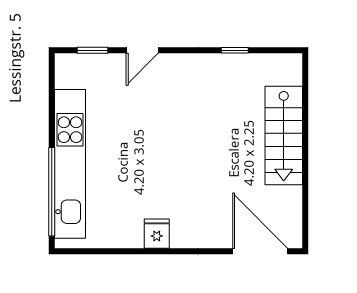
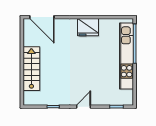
door: (142, 50) -> (84, 107), moved
fridge: (157, 234) -> (88, 27), width x1.88, depth x1.34

